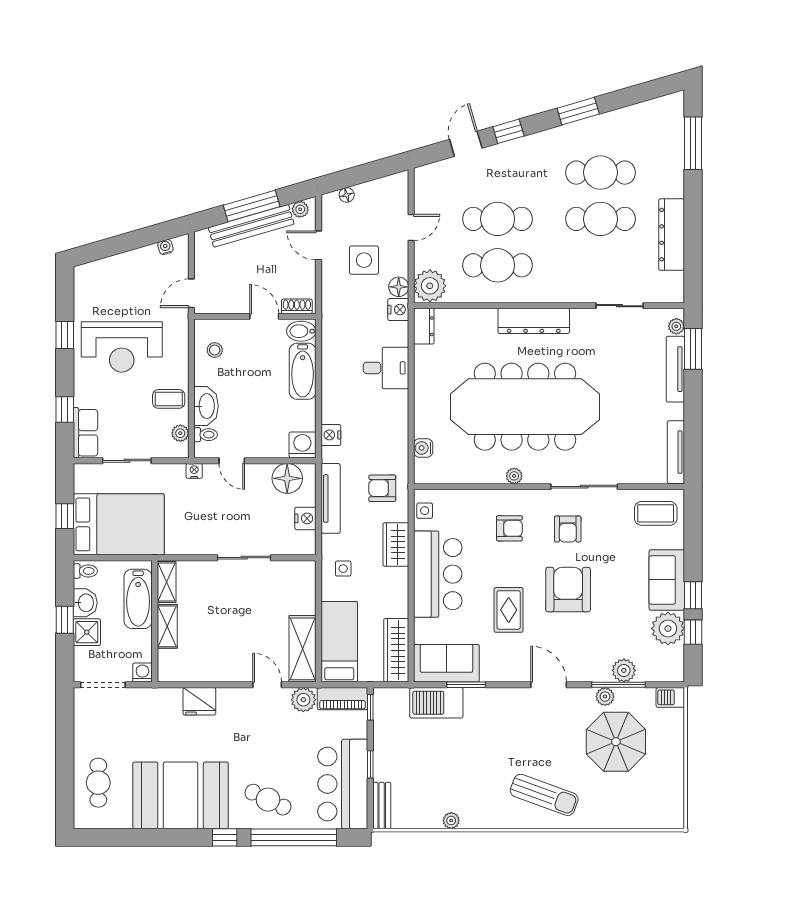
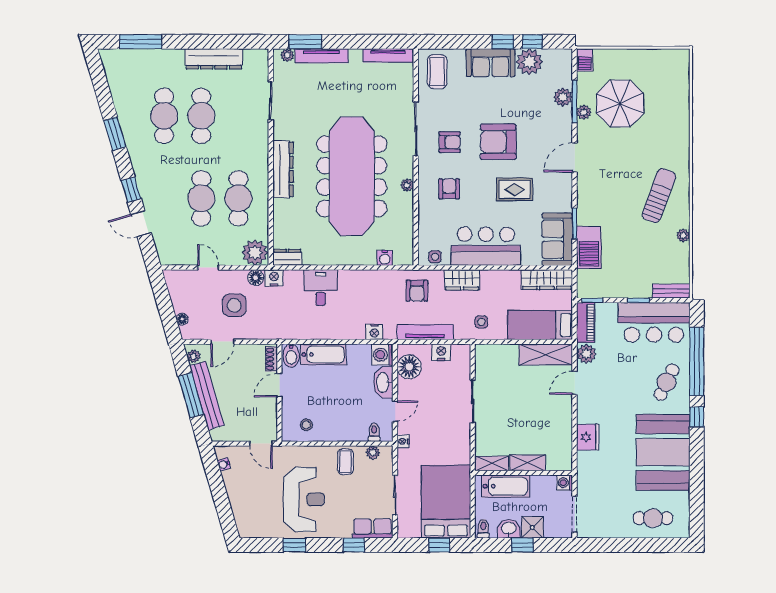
washbasin: (206, 406) -> (383, 382), moved, turned -90
sun lounger: (544, 795) -> (659, 196), moved

